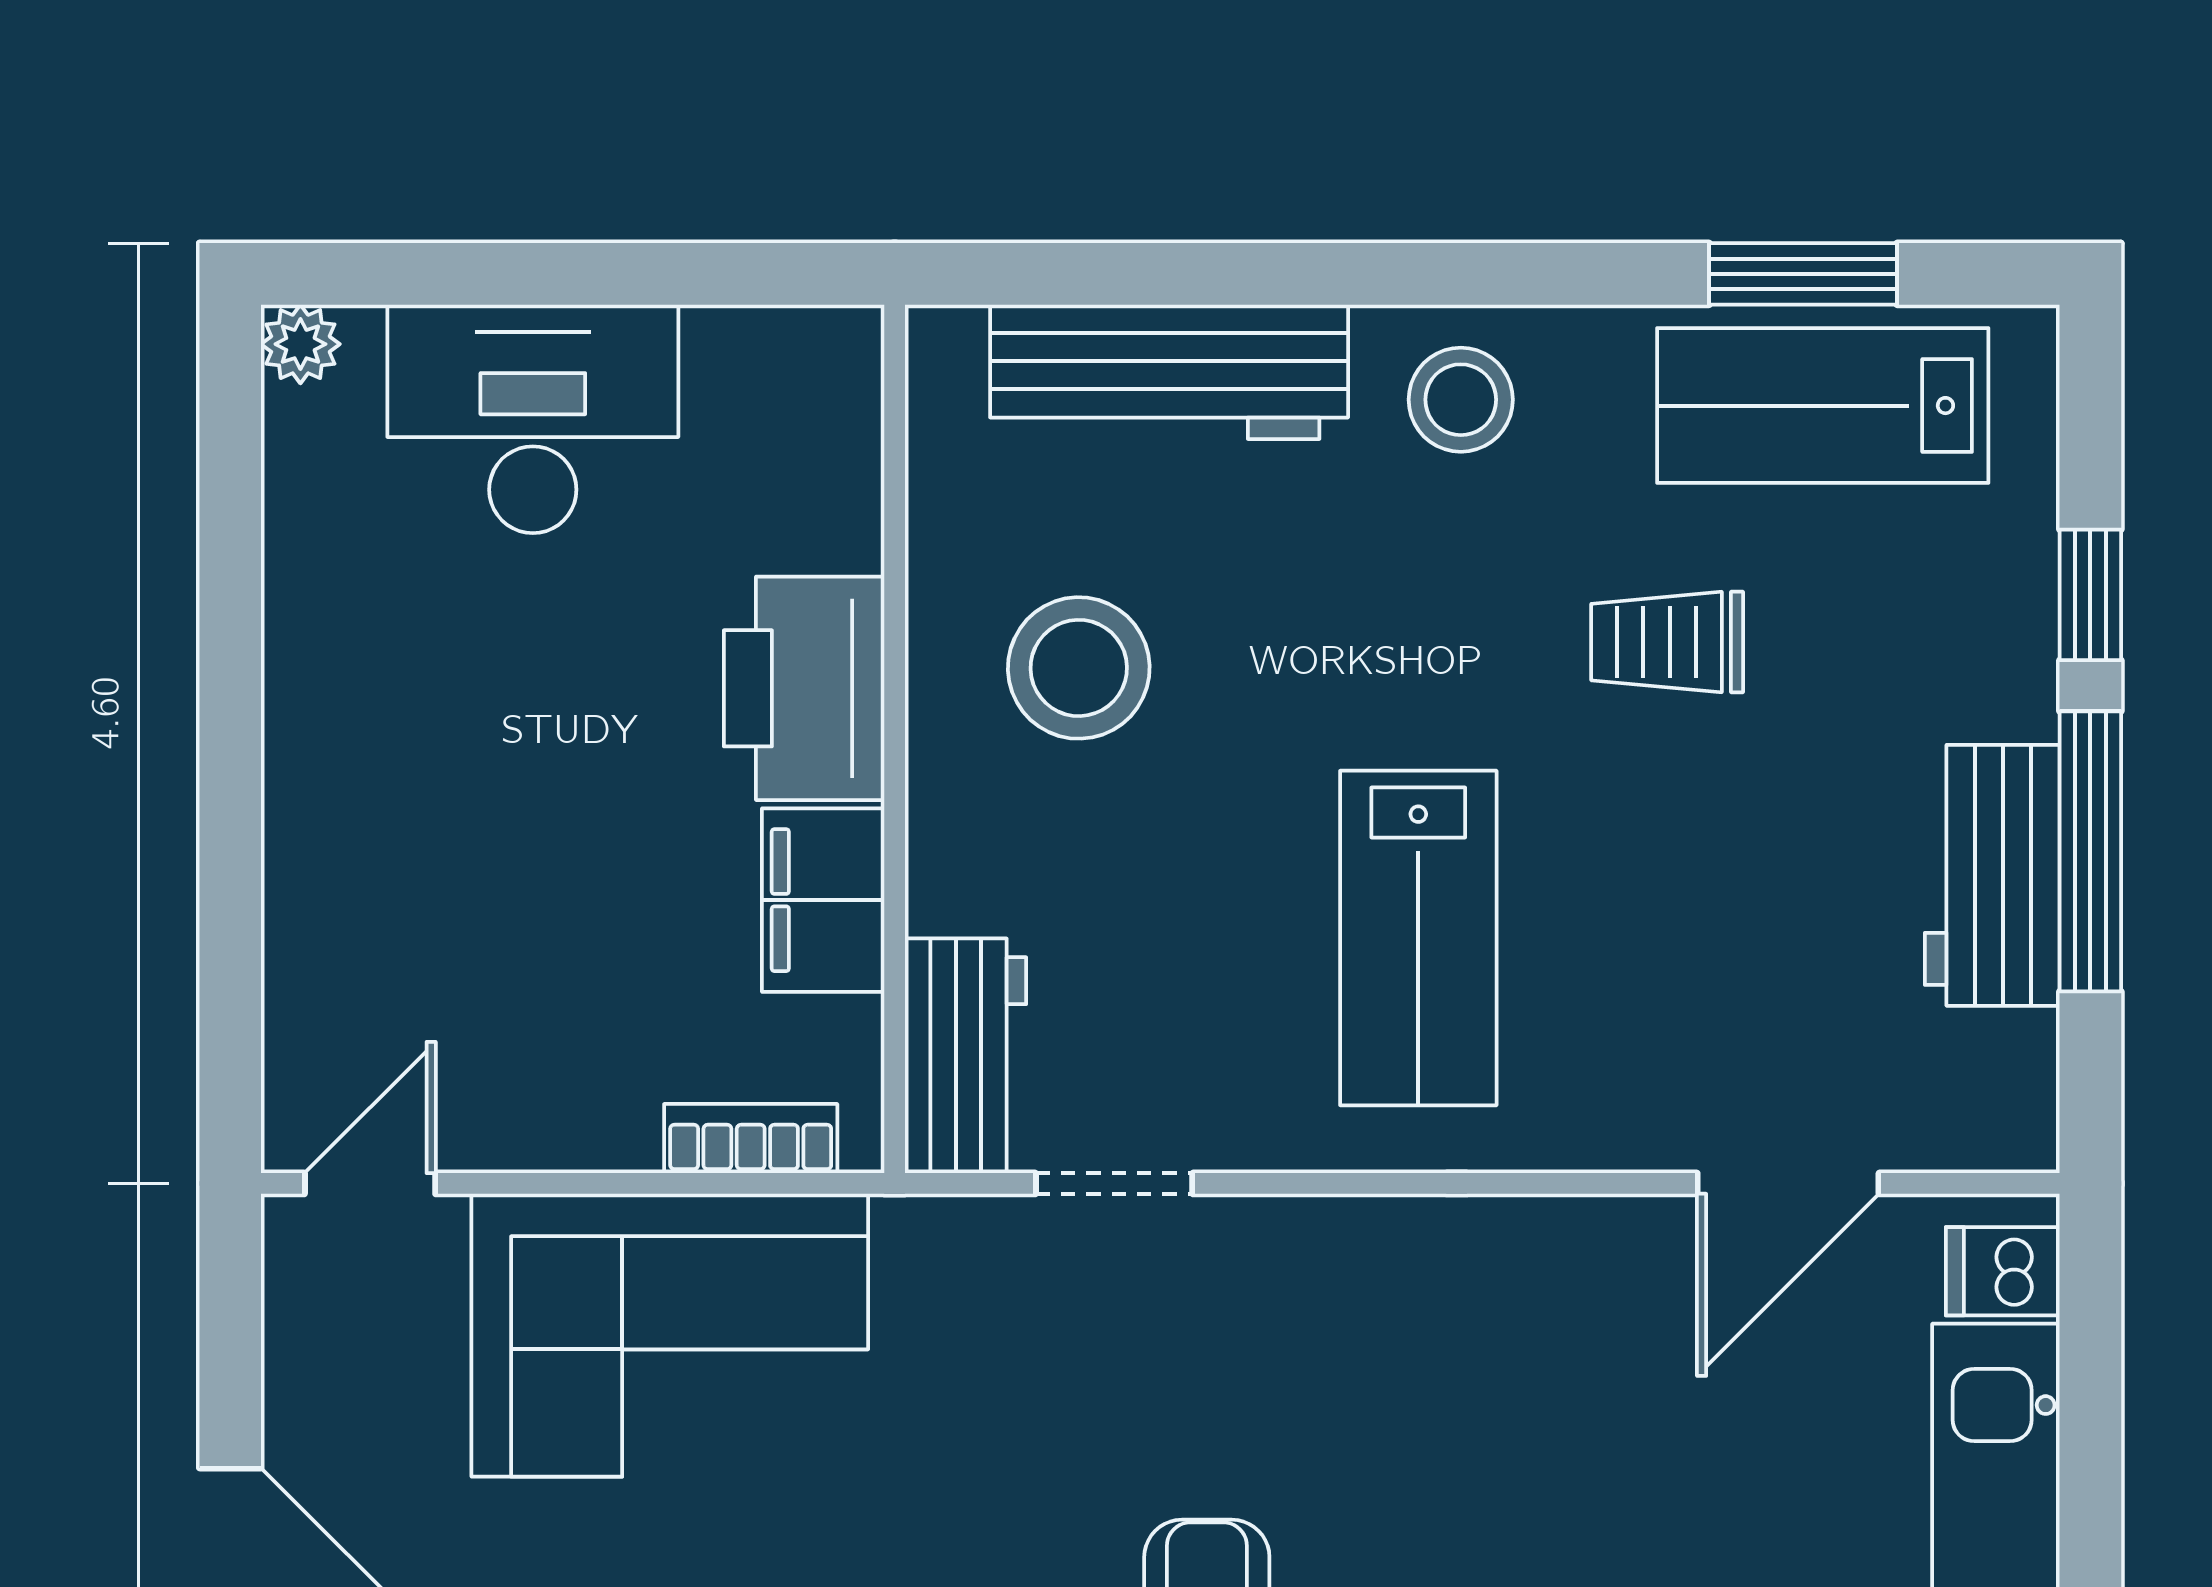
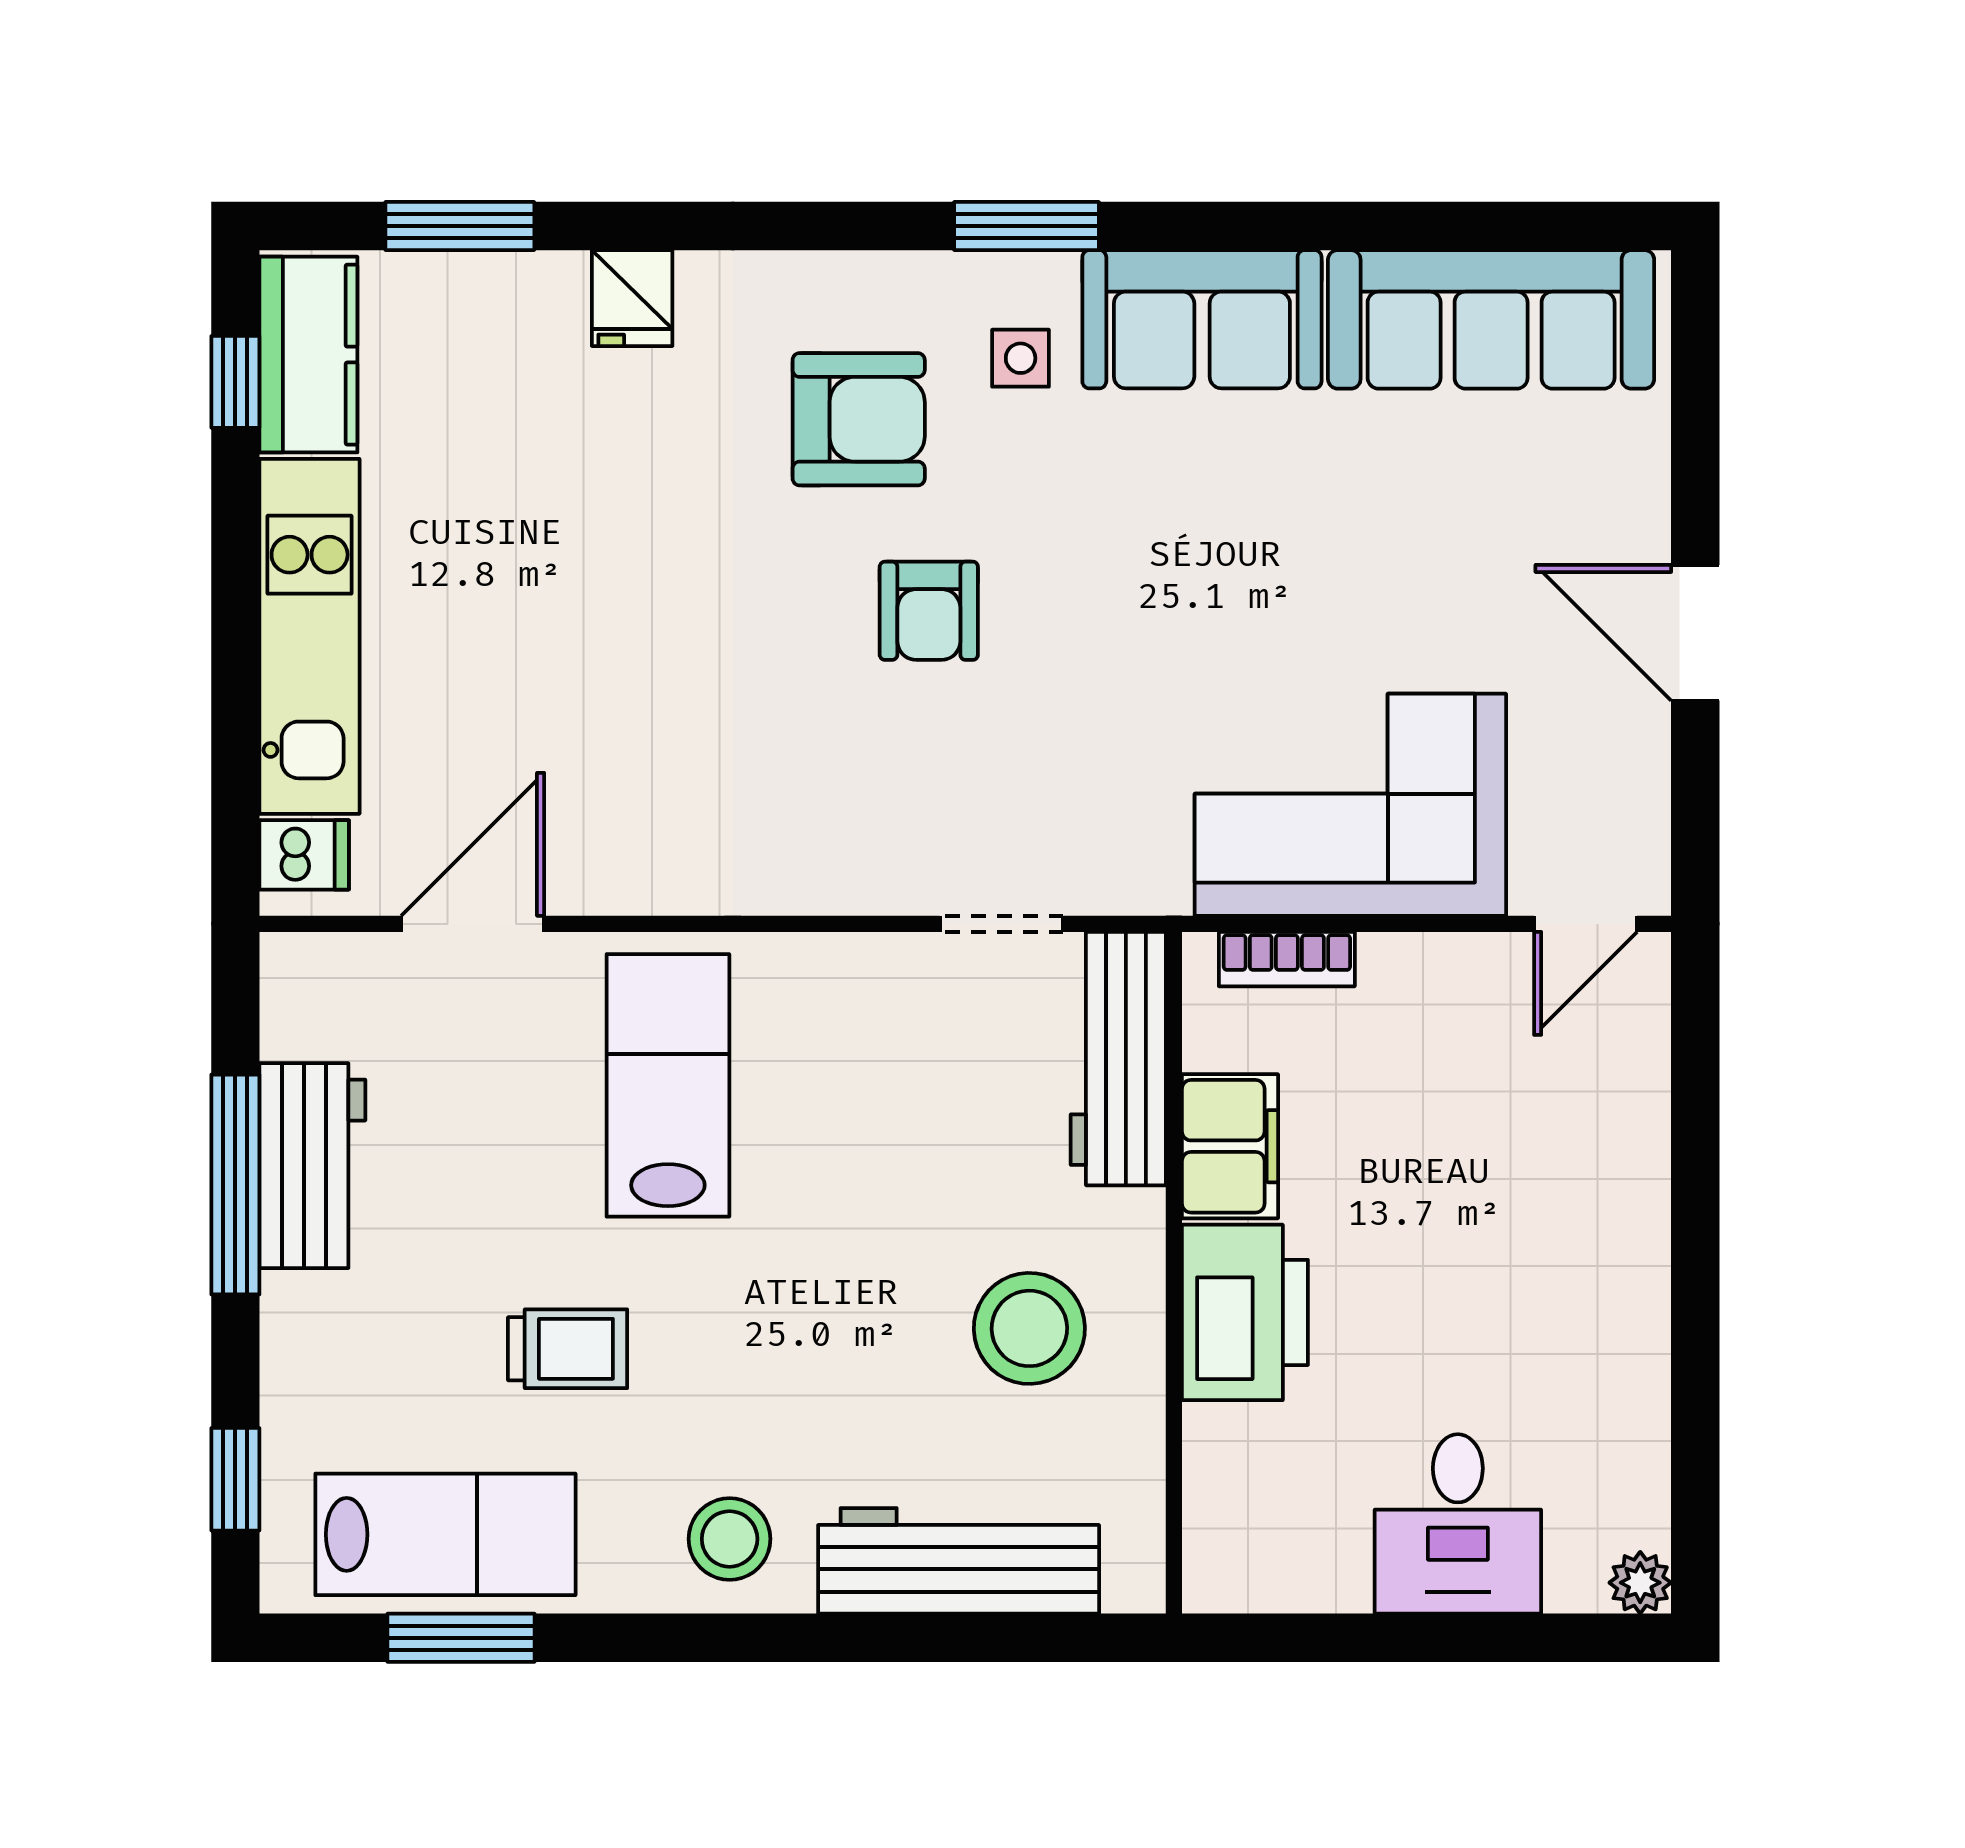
desk: (533, 419) -> (1458, 1524), width x0.73
window: (2090, 595) -> (235, 1479), moved
lab bench: (1418, 938) -> (668, 1085), moved
workbench: (965, 1056) -> (1118, 1059), width x1.38

